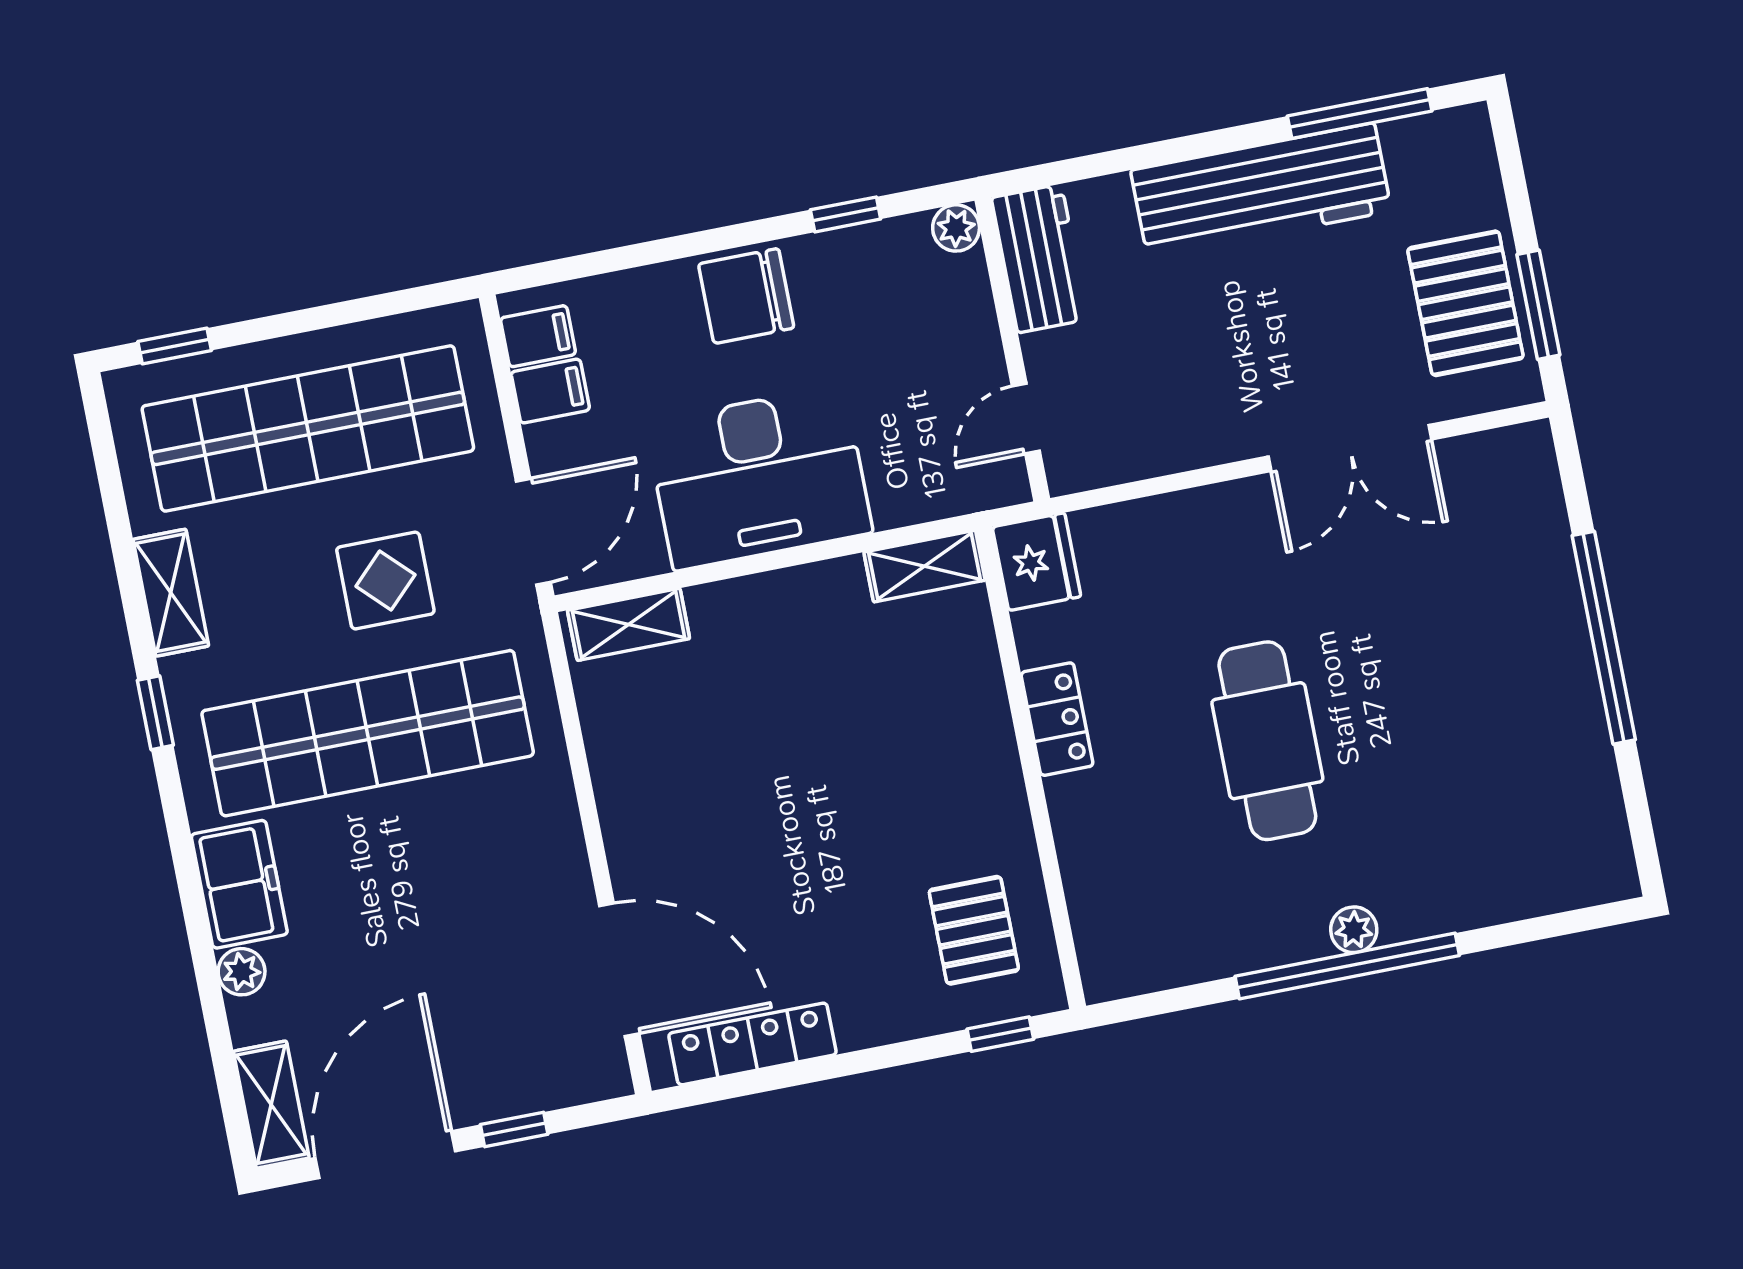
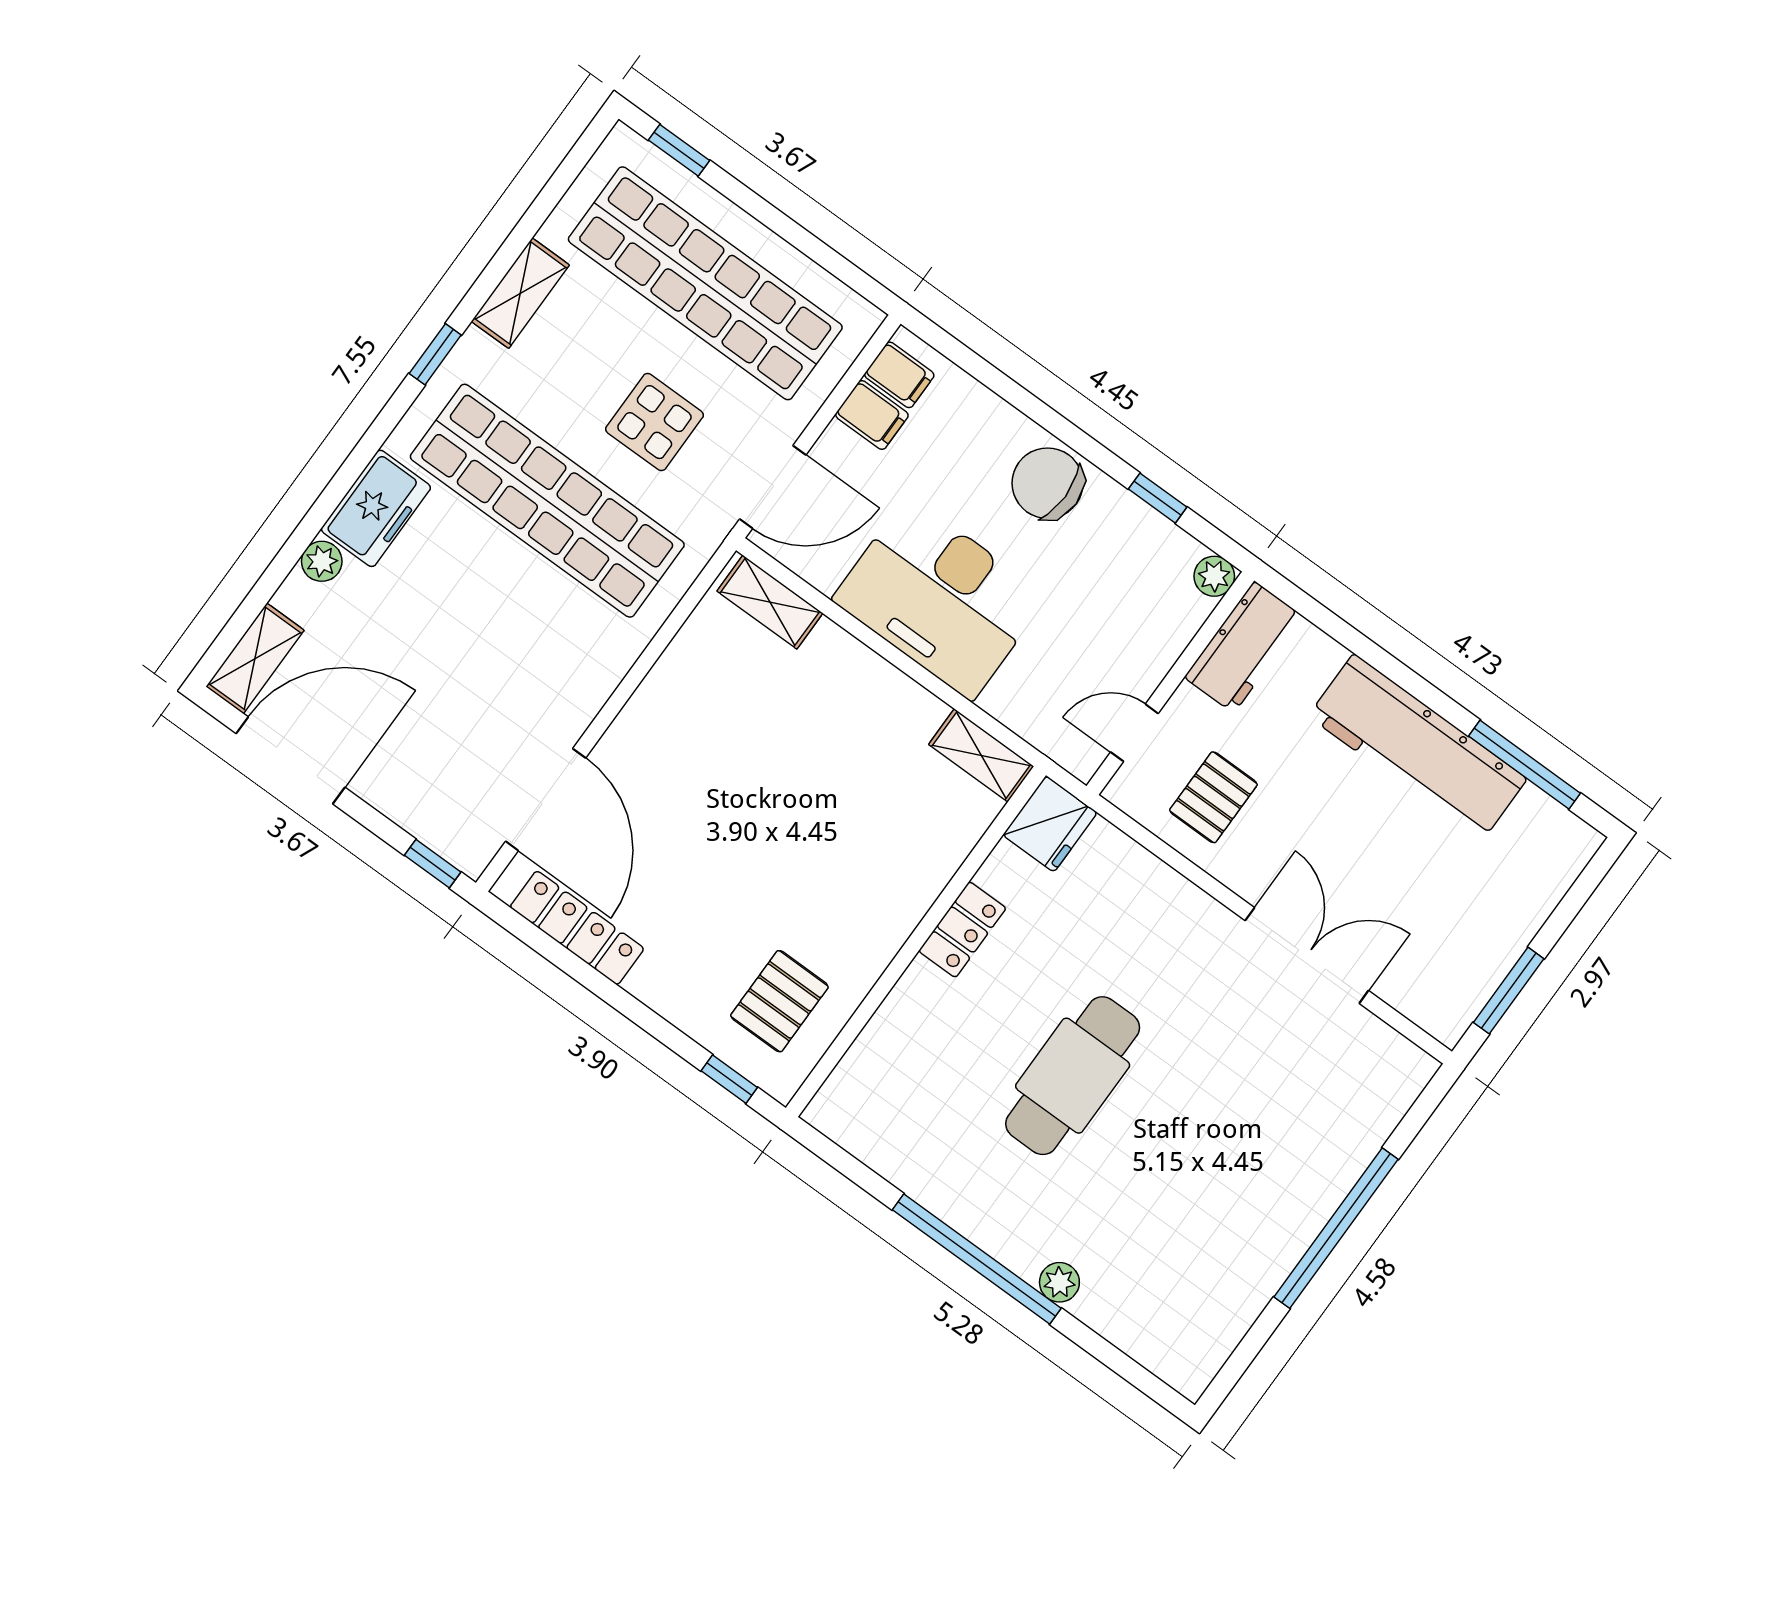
pallet: (1465, 303) -> (1213, 797), moved, width x0.67, depth x0.71
double door: (1350, 448) -> (1307, 955), swing flipped
plant: (1354, 930) -> (1059, 1282), moved
window: (514, 1129) -> (433, 864), moved

